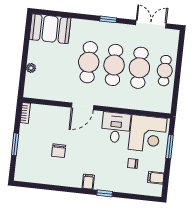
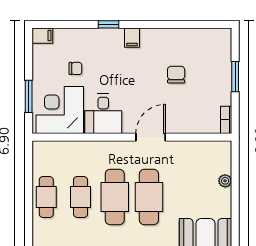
cafe table: (139, 68) -> (80, 197), width x0.73, depth x0.74
filing cabinet: (156, 178) -> (42, 36), moved

